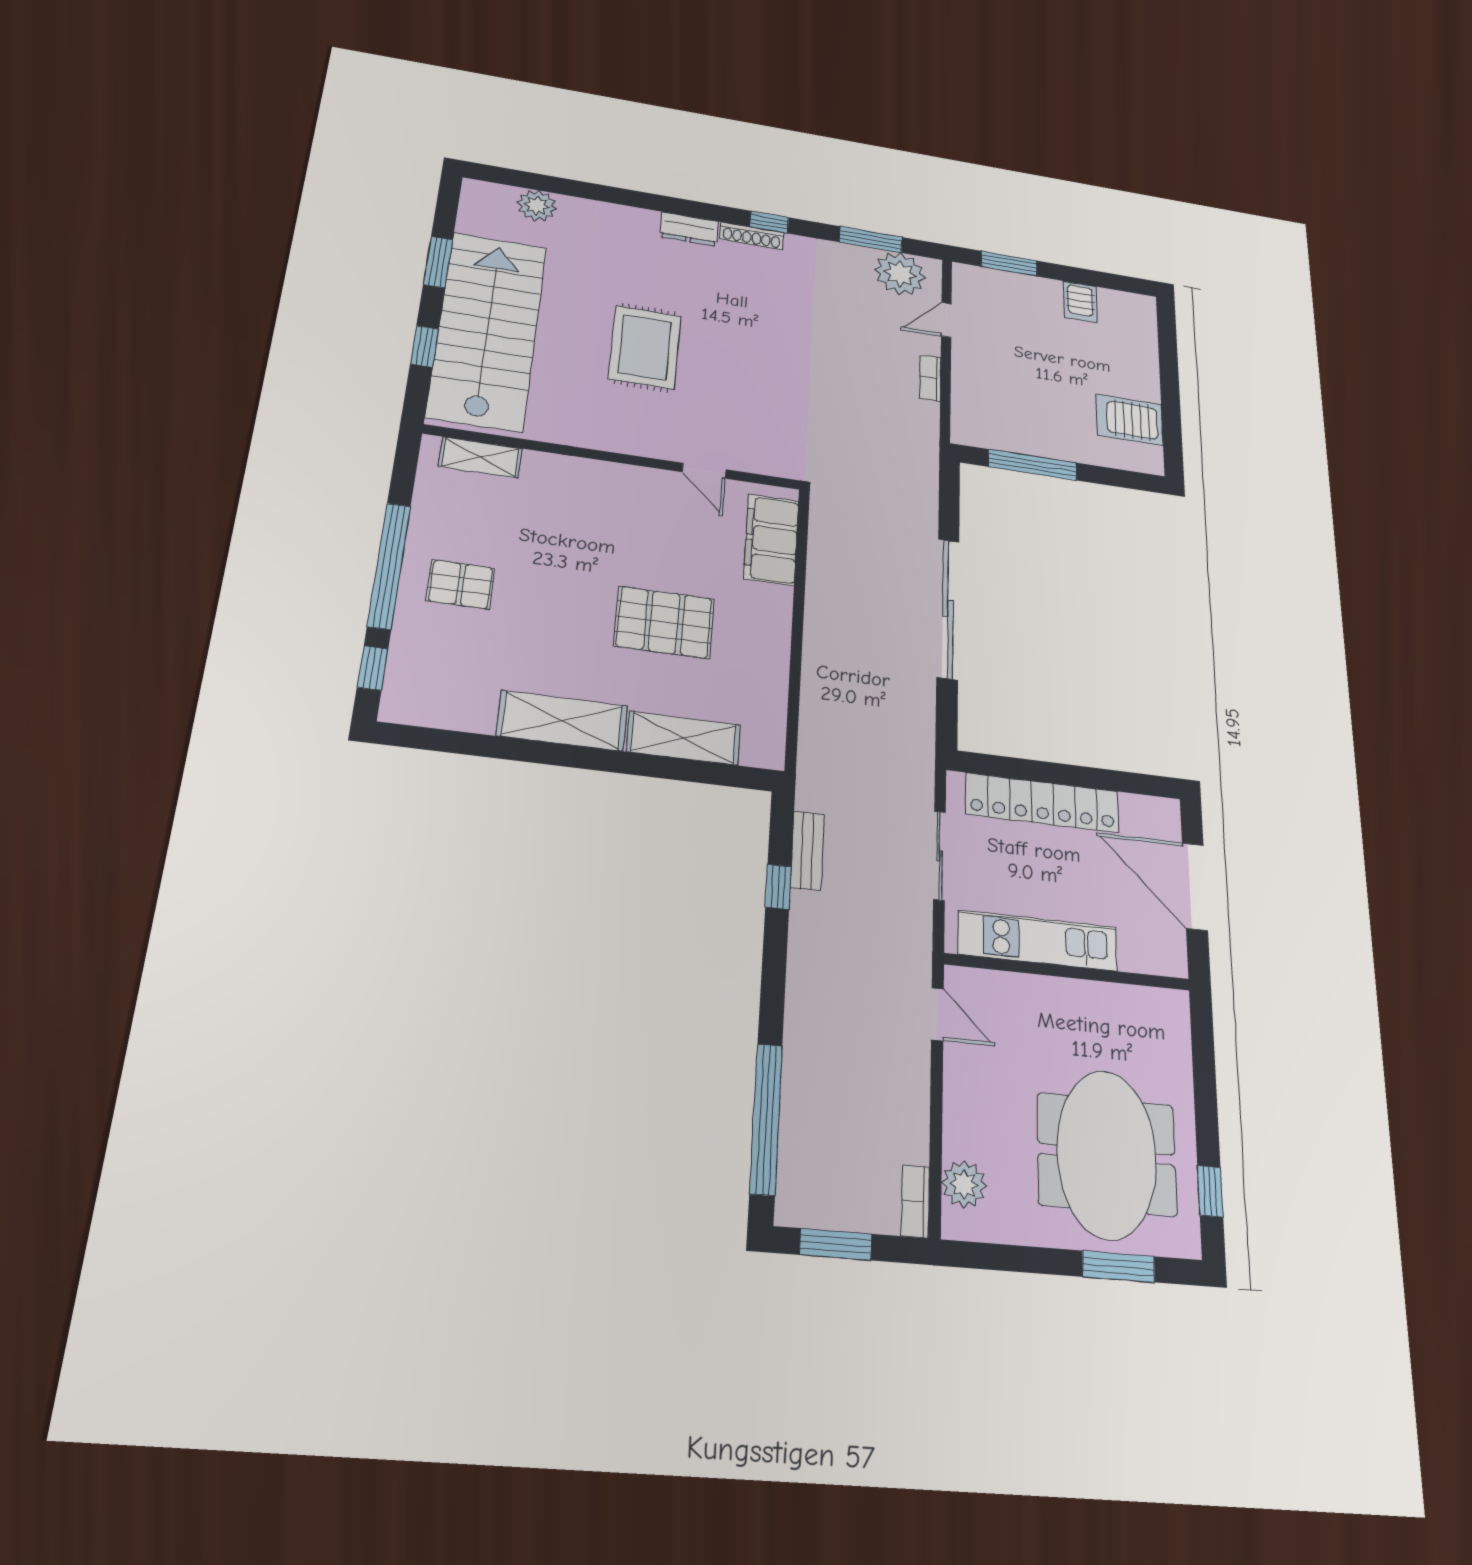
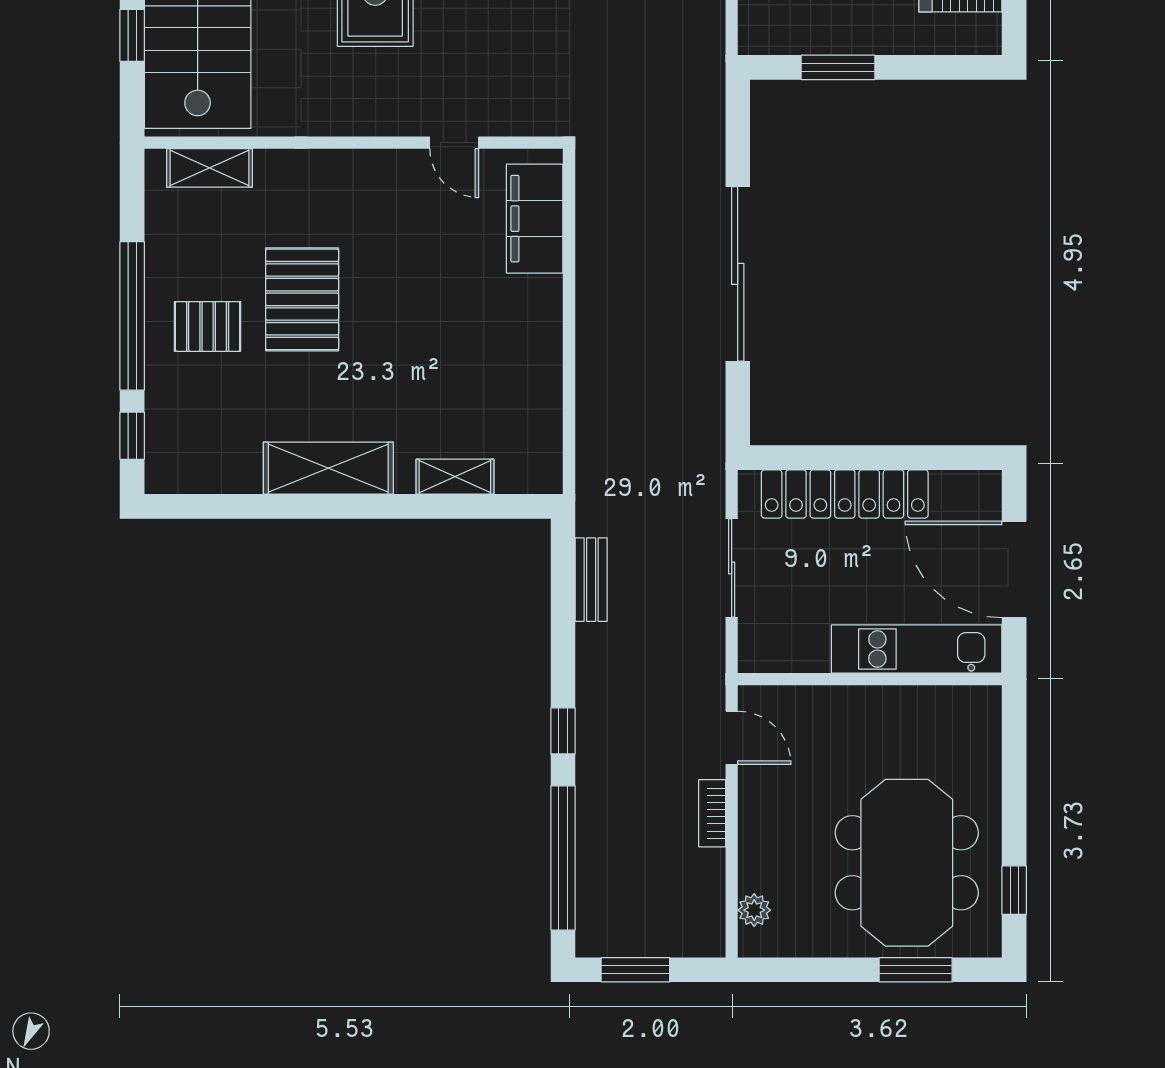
window: (1033, 465) -> (838, 67), width x0.69
pallet: (664, 622) -> (302, 299), moved, turned 90
shelving: (684, 738) -> (455, 477), width x0.67, depth x0.75
window: (778, 887) -> (563, 731), moved
kitchen unit: (1038, 941) -> (917, 649), moved
plant: (964, 1184) -> (754, 910), width x0.73, depth x0.73
bookcase: (915, 1201) -> (712, 813), moved

